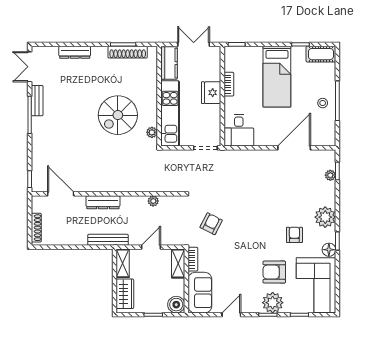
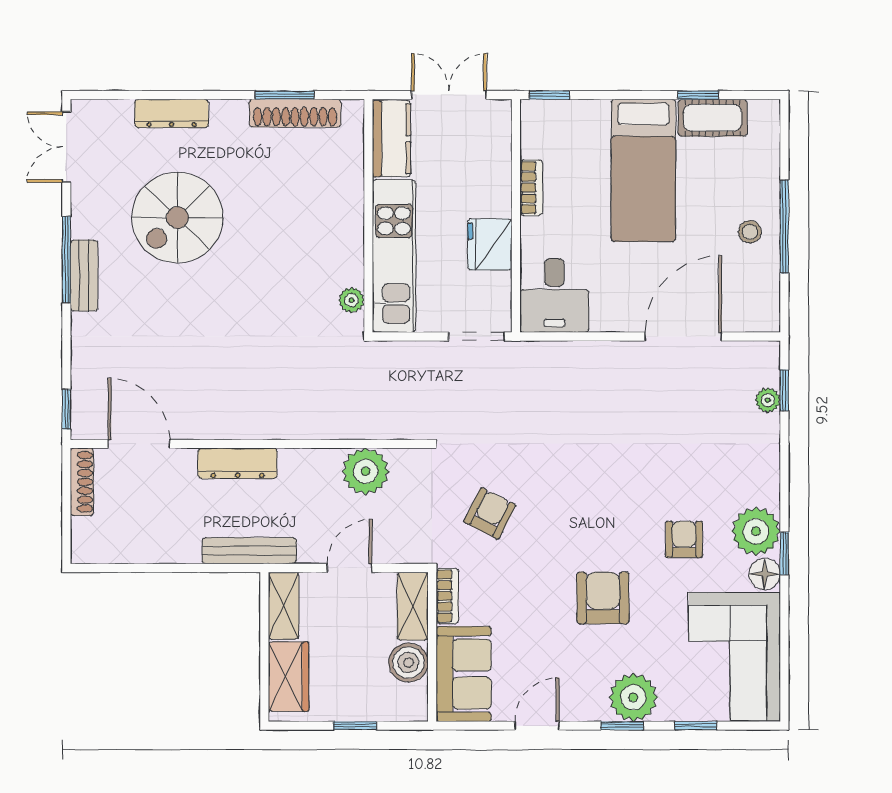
cot: (321, 54) -> (713, 118), moved
fridge: (211, 93) -> (490, 244), moved
bench: (37, 101) -> (84, 275), moved
spiral stairs: (118, 115) -> (177, 218), moved
plant: (153, 201) -> (366, 471), width x1.87, depth x1.87
plant: (325, 217) -> (756, 531), moved
shoe rack: (36, 228) -> (82, 482), moved
armchair: (274, 272) -> (603, 598), moved, turned 90
boiler: (176, 305) -> (408, 663), moved

